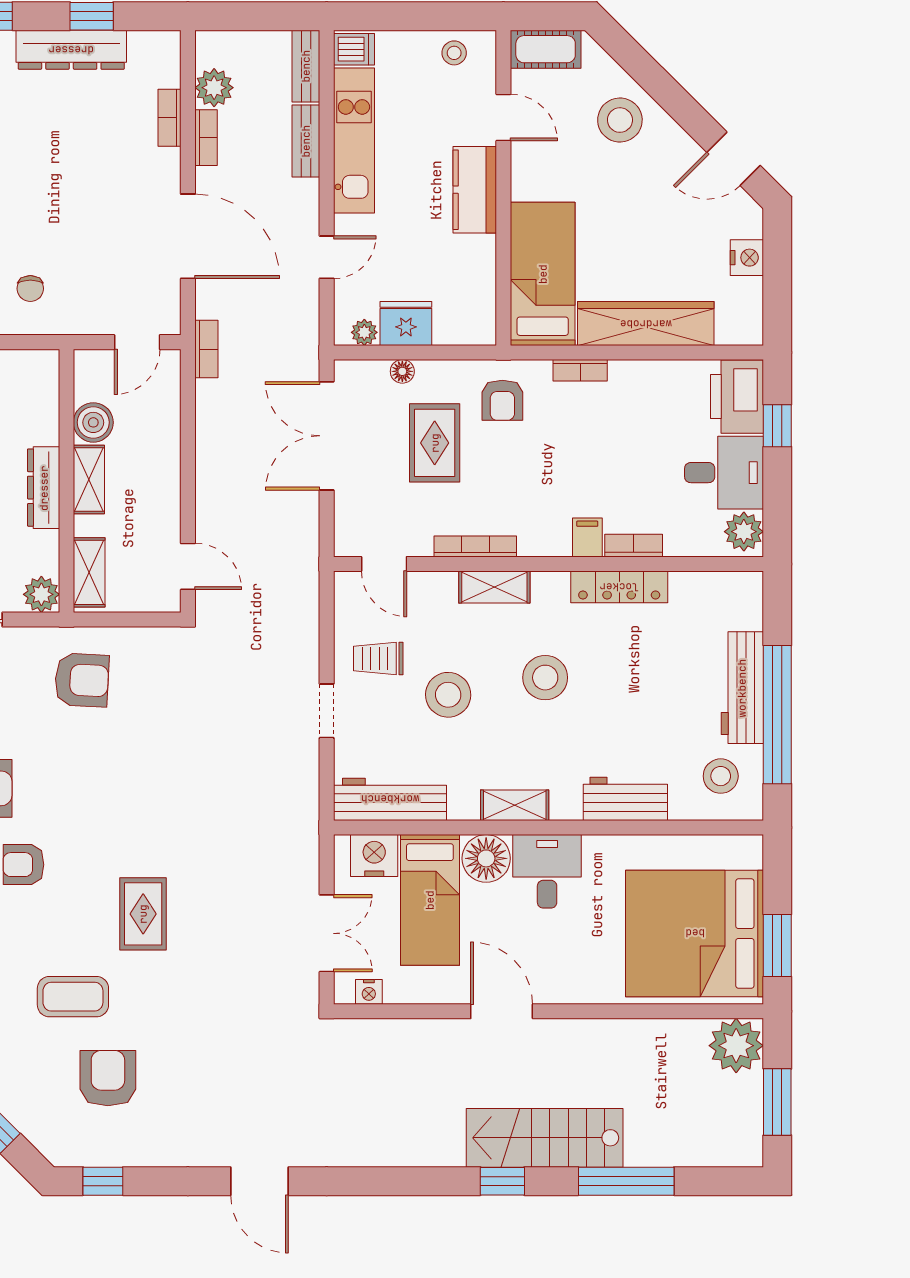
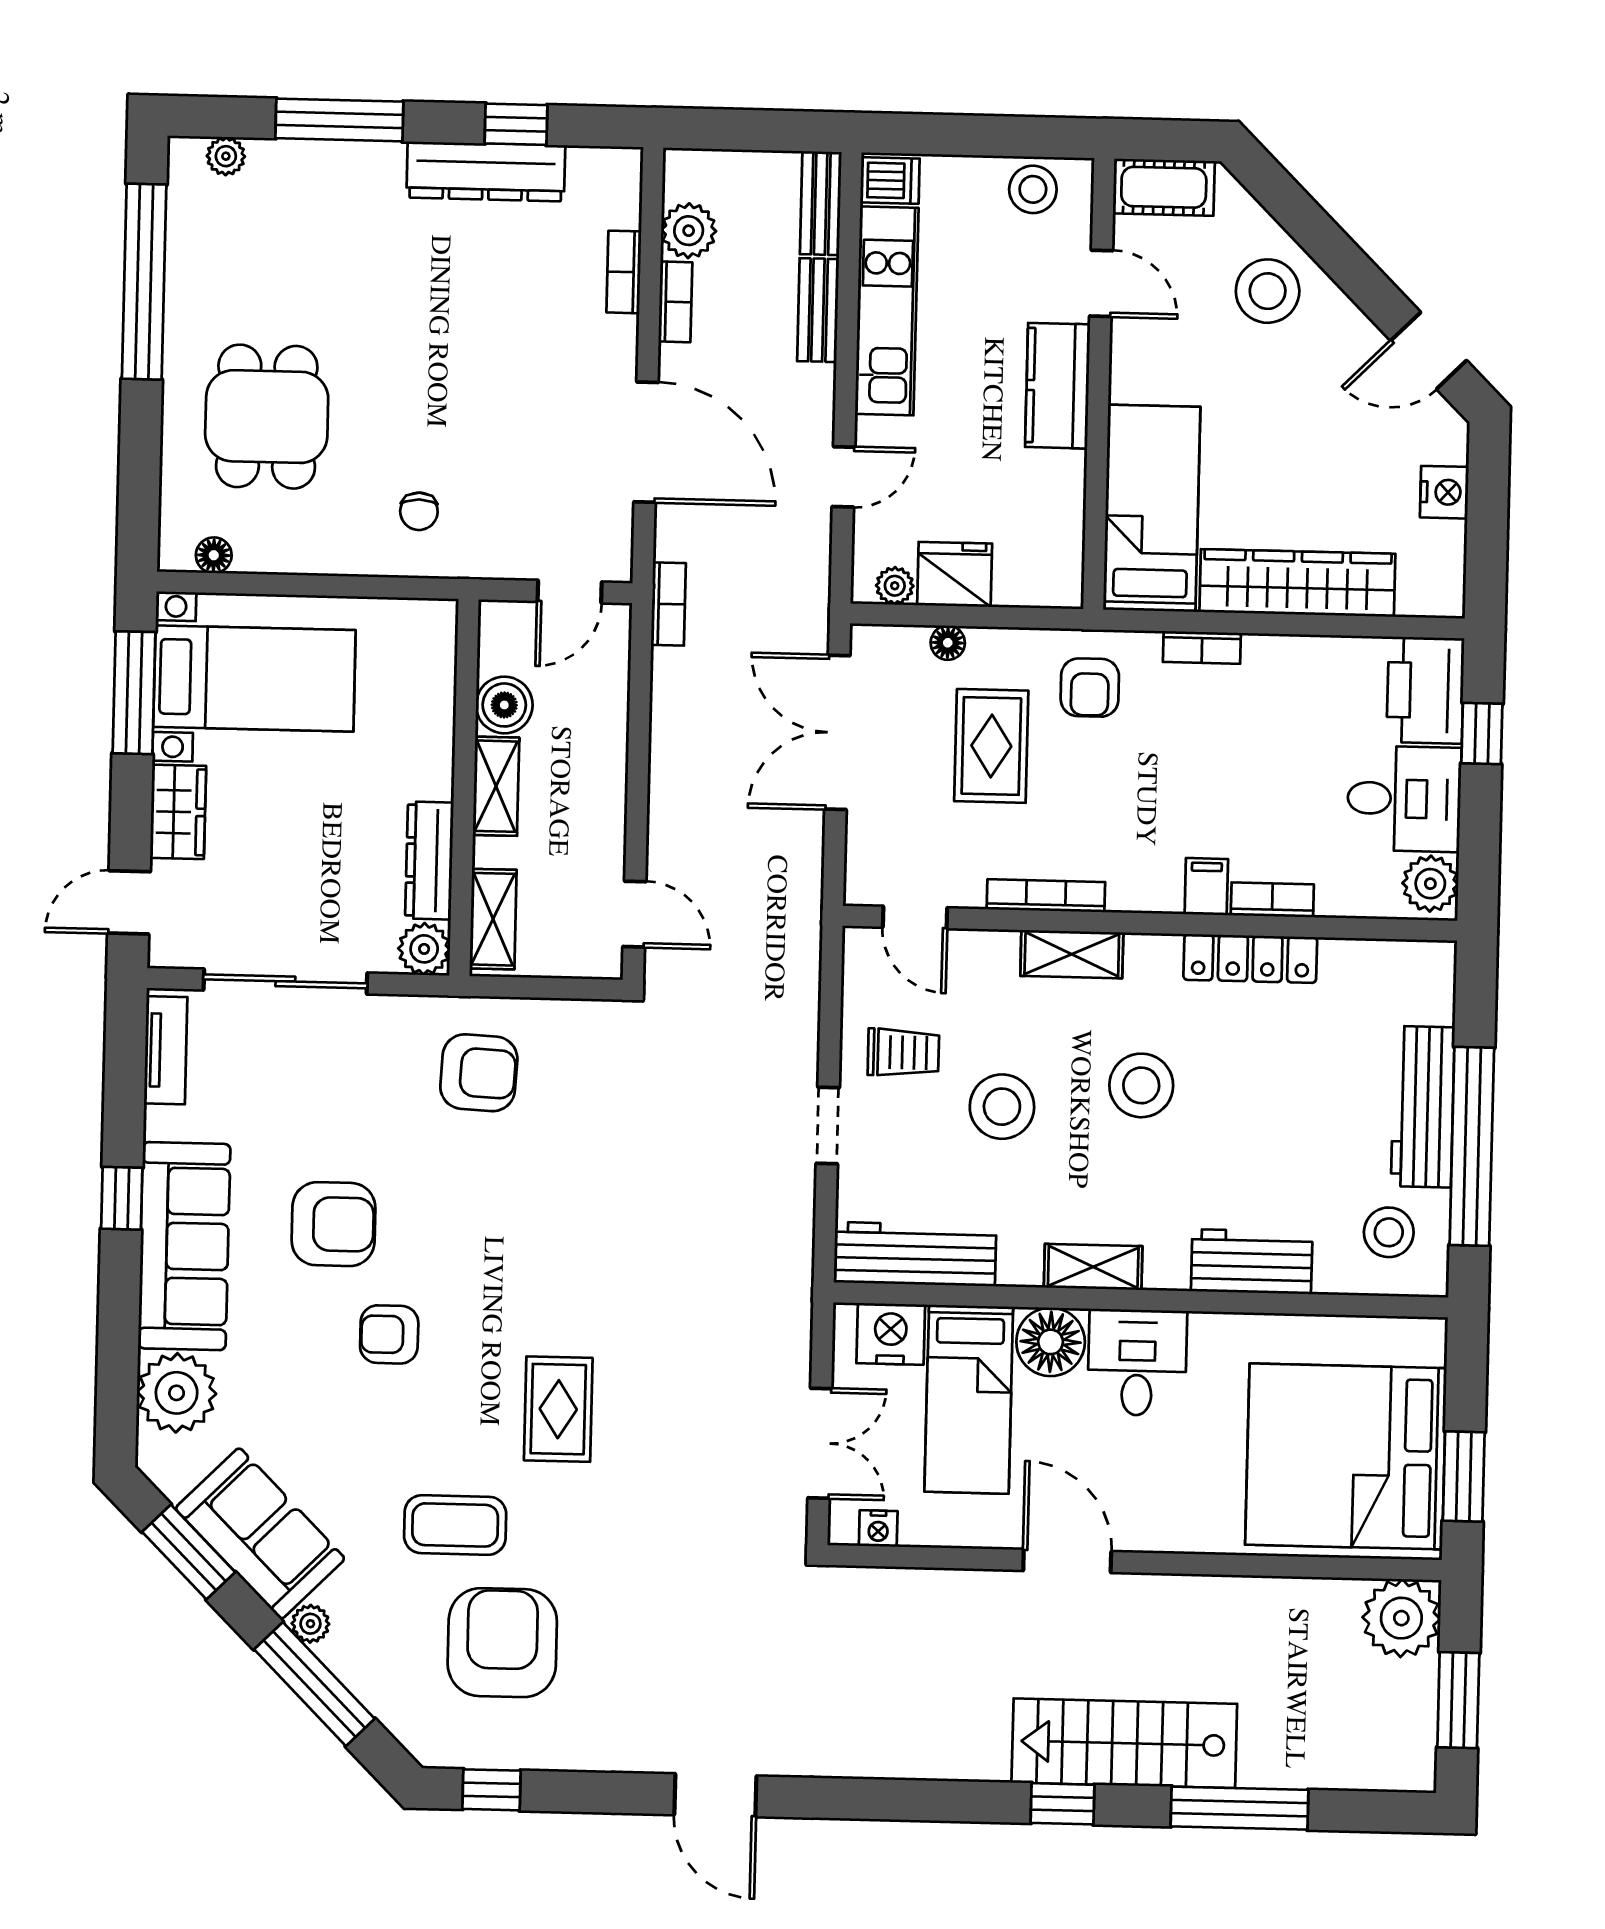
stool: (454, 53) -> (1033, 189), width x1.37, depth x1.37
dresser: (44, 488) -> (429, 860), moved
trolley: (378, 659) -> (903, 1052), turned 180
armchair: (108, 1078) -> (502, 1643), width x1.36, depth x1.36

